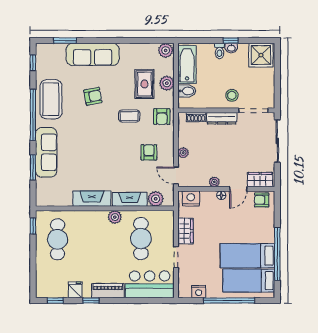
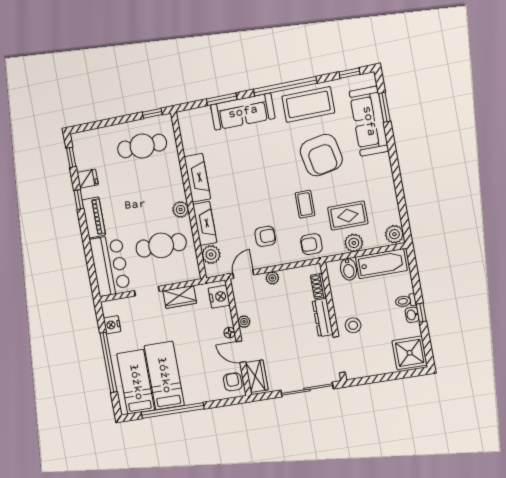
sofa: (93, 54) -> (369, 121), moved
armchair: (93, 96) -> (321, 155), width x1.88, depth x1.88

